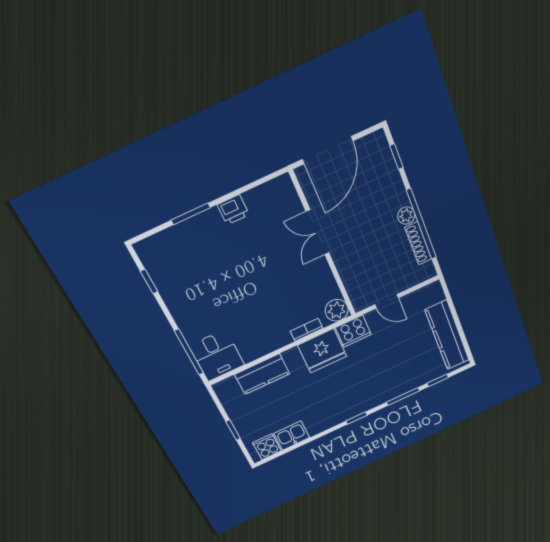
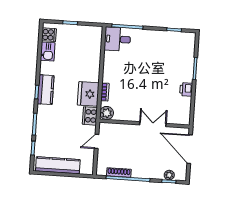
plant: (406, 215) -> (169, 175), moved
kitchen counter: (262, 374) -> (46, 90), moved, turned 180

